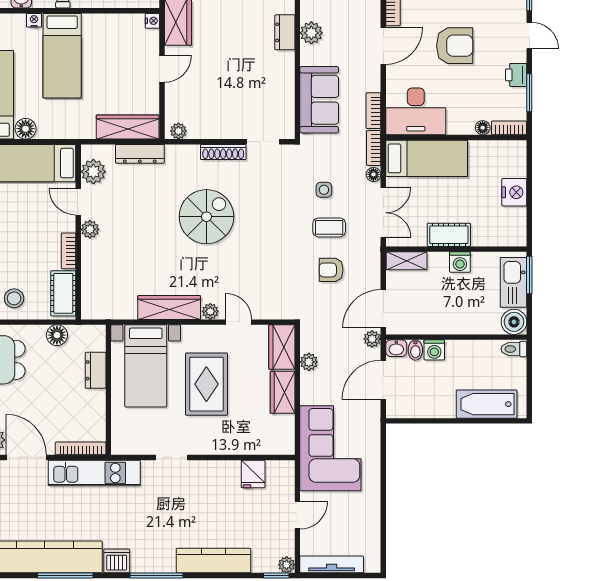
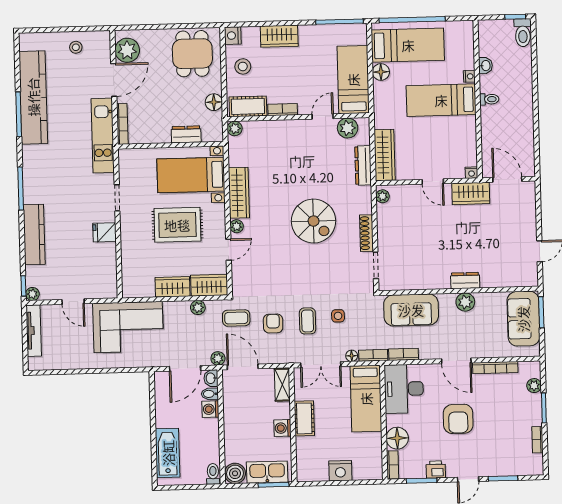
floor lamp: (483, 128) -> (397, 438), width x1.89, depth x1.89
plant: (90, 229) -> (235, 128), moved
coffee table: (323, 315) -> (236, 318), added
door: (383, 380) -> (185, 368), swing flipped
fridge: (253, 474) -> (105, 232), moved
dishwasher: (117, 561) -> (32, 156), removed

